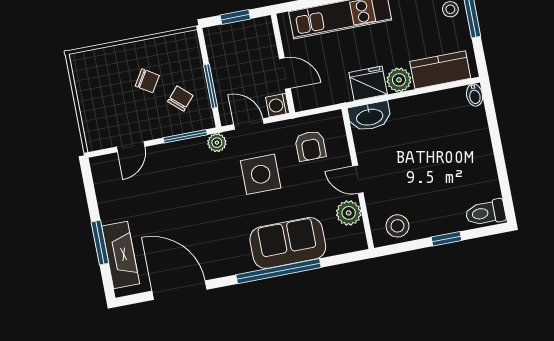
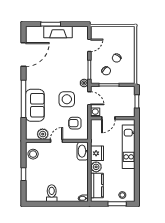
door: (249, 124) -> (89, 98), hinge flipped
door: (131, 147) -> (89, 45), swing flipped
toilet: (485, 213) -> (52, 193), moved
fireplace: (121, 255) -> (58, 32), moved

